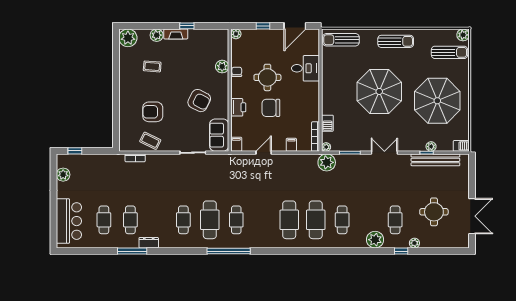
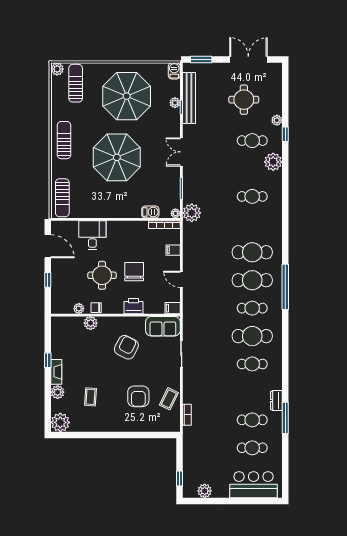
plant: (236, 34) -> (79, 309), moved
chair: (271, 108) -> (134, 272), turned 180
window: (472, 171) -> (201, 60), added
cafe table: (316, 220) -> (252, 280), moved
window: (229, 251) -> (285, 287), moved

